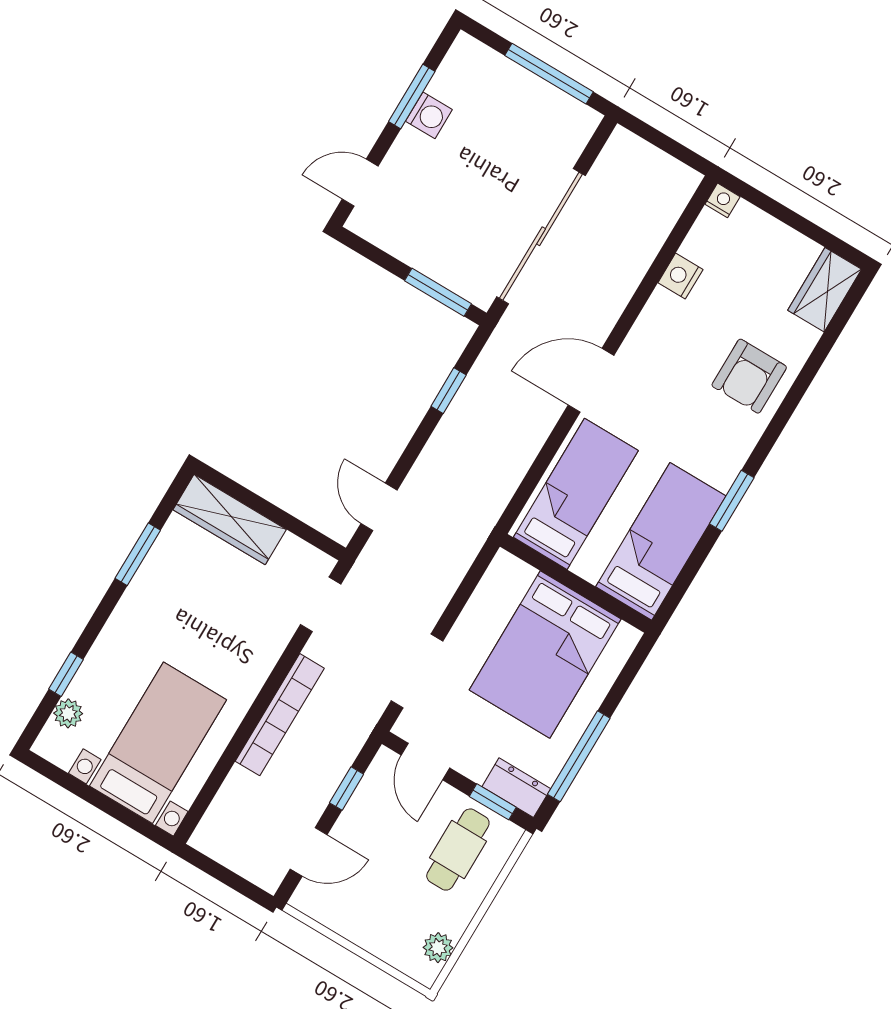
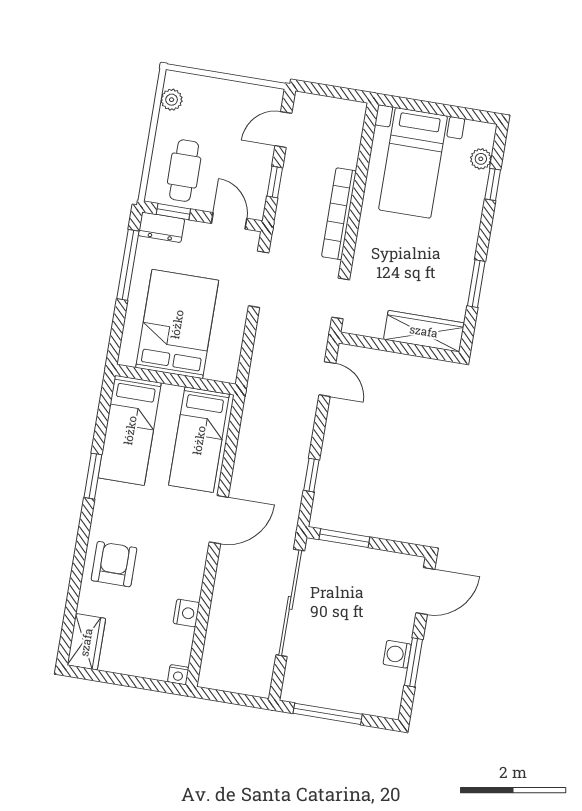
door: (360, 183) -> (425, 591), width x1.38

